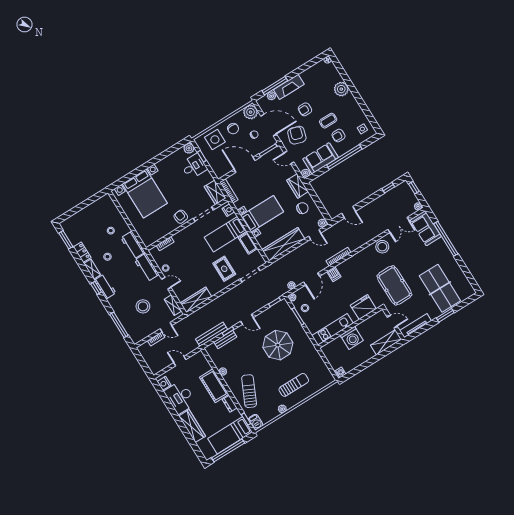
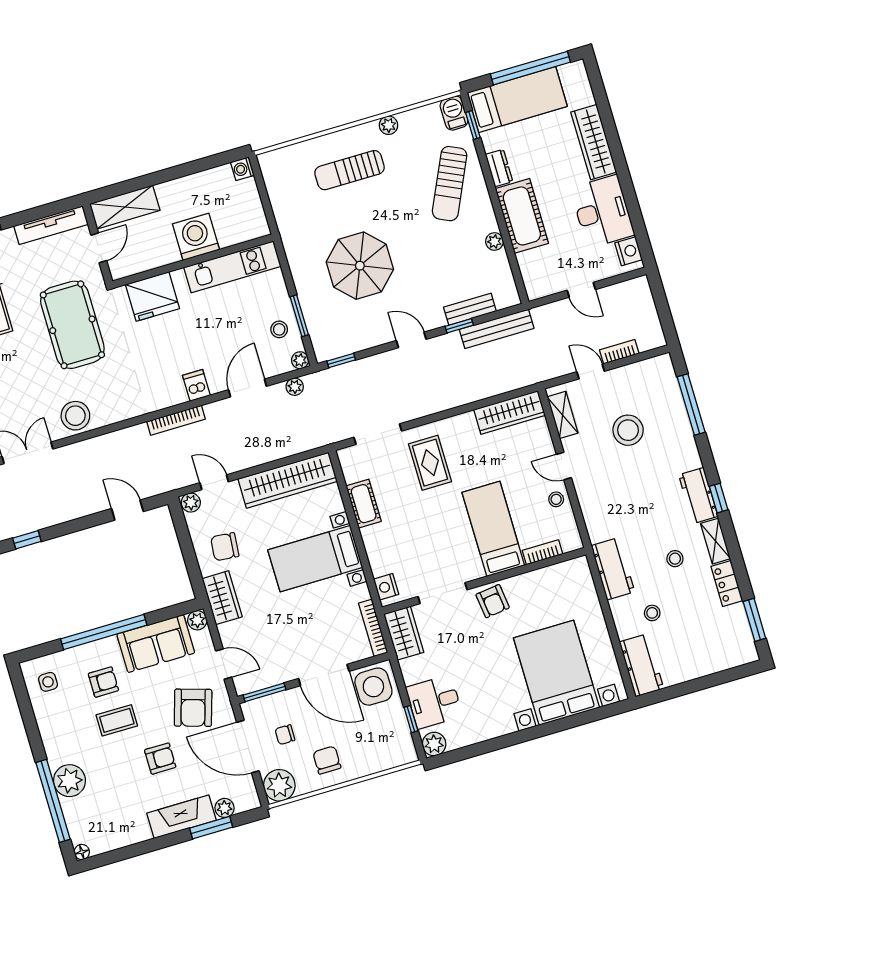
window: (346, 78) -> (53, 801), added
window: (275, 86) -> (211, 828), width x0.69
side table: (215, 140) -> (373, 687), moved
bed: (225, 234) -> (493, 529), moved, turned -90
workbench: (147, 267) -> (641, 665), moved
door: (392, 322) -> (99, 248), swing flipped

